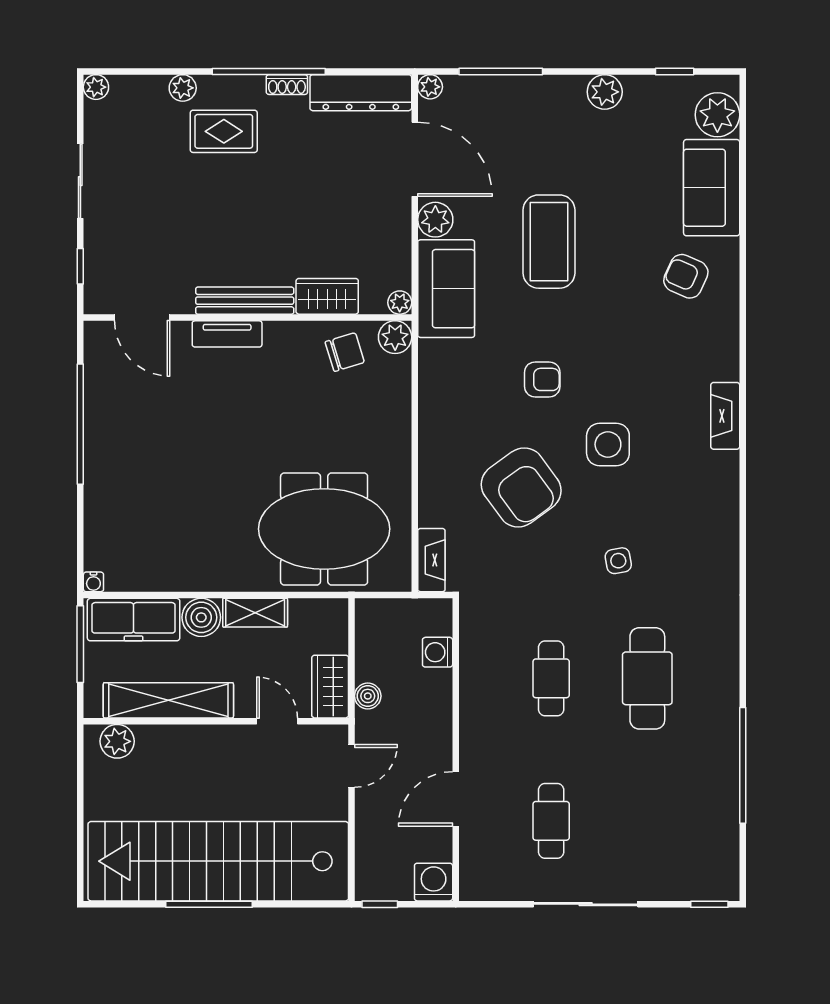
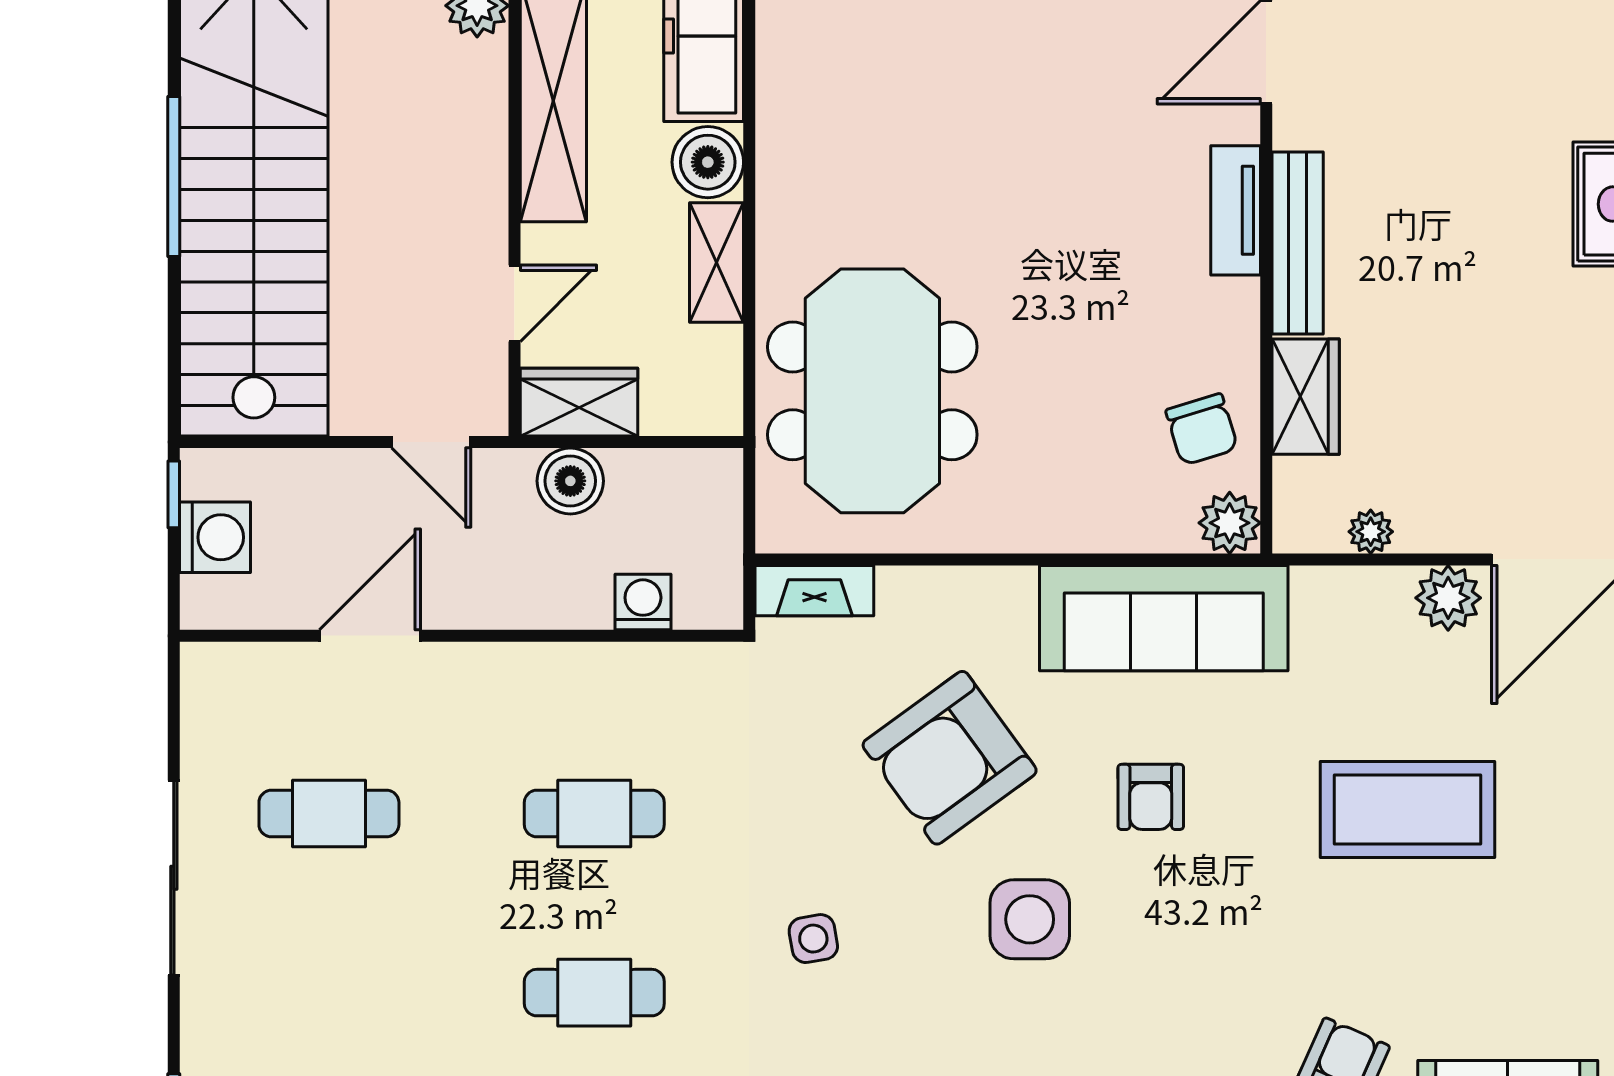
sofa: (446, 289) -> (1164, 618), moved, width x1.36
plant: (400, 303) -> (1371, 532), moved
cafe table: (647, 678) -> (594, 993), width x0.73, depth x0.74
boiler: (368, 696) -> (570, 481), width x1.36, depth x1.36
door: (456, 799) -> (370, 636), hinge flipped
washing machine: (434, 882) -> (215, 537), moved

